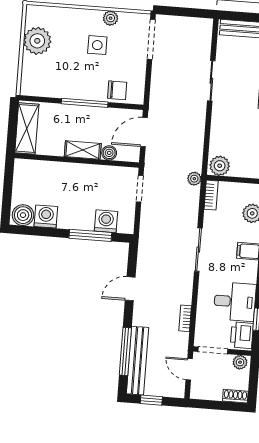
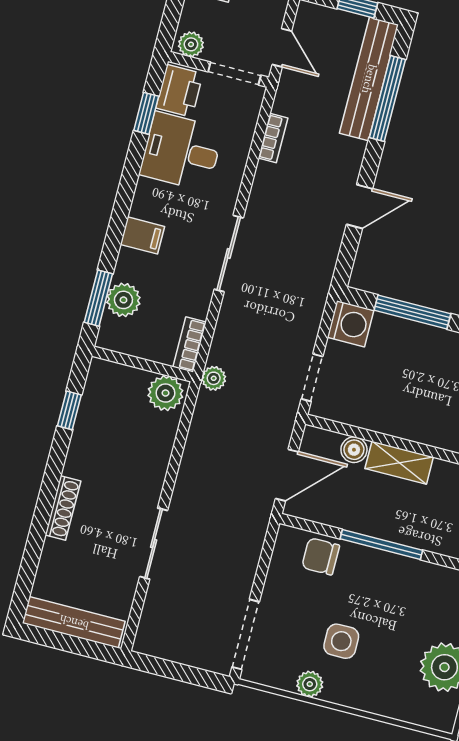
washing machine: (106, 221) -> (351, 324), moved, turned -90

